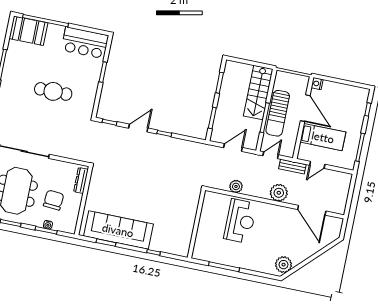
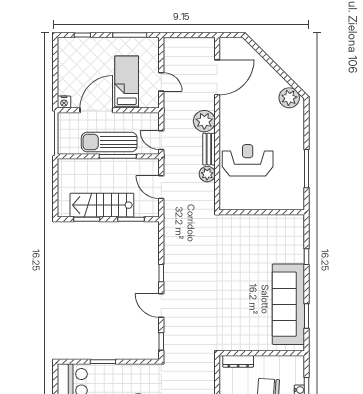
stairs: (258, 92) -> (102, 205), moved, turned 180
sun lounger: (278, 113) -> (109, 142), turned 180
bench: (292, 167) -> (209, 149), moved

